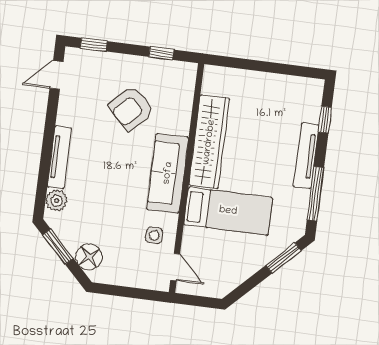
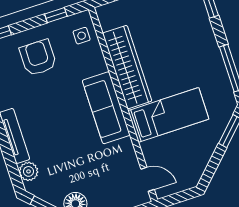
armchair: (131, 108) -> (38, 58), moved, turned 135
tv unit: (306, 156) -> (209, 42), removed
side table: (154, 235) -> (82, 36), moved

